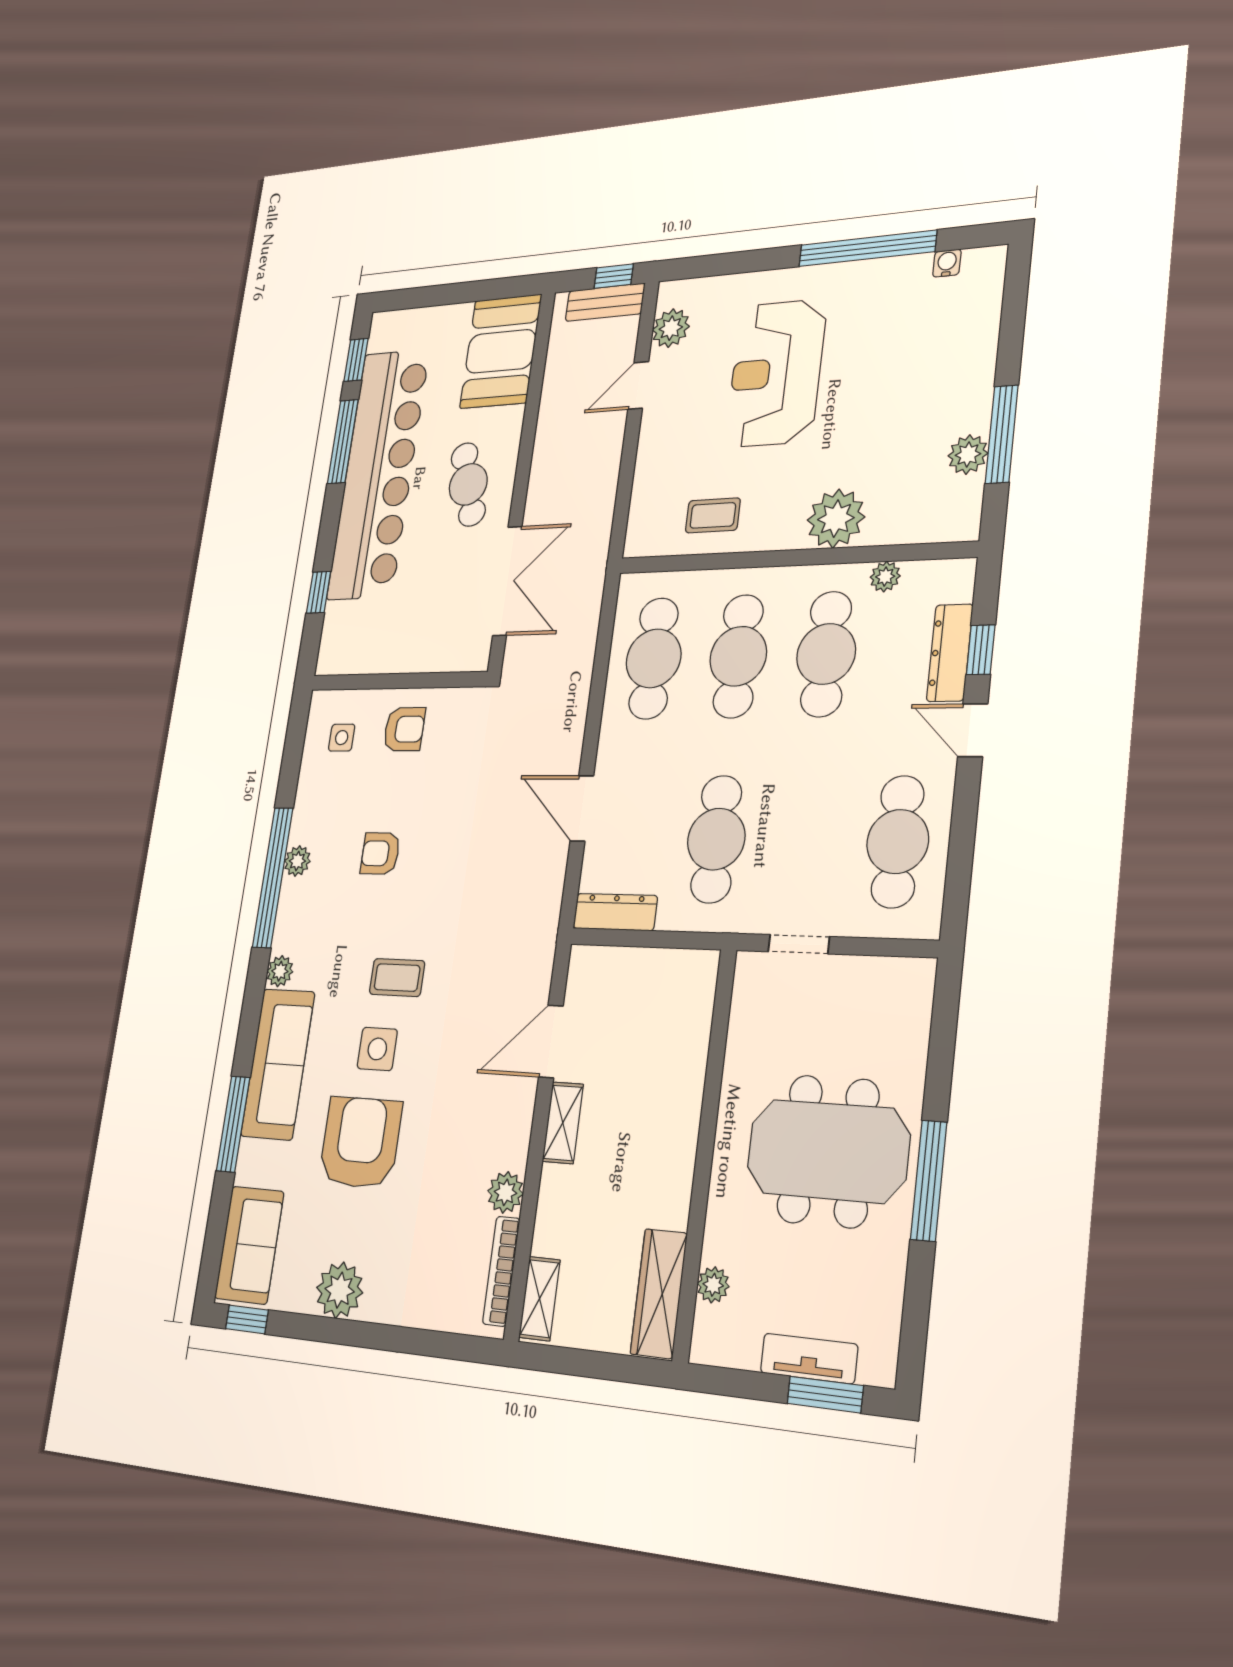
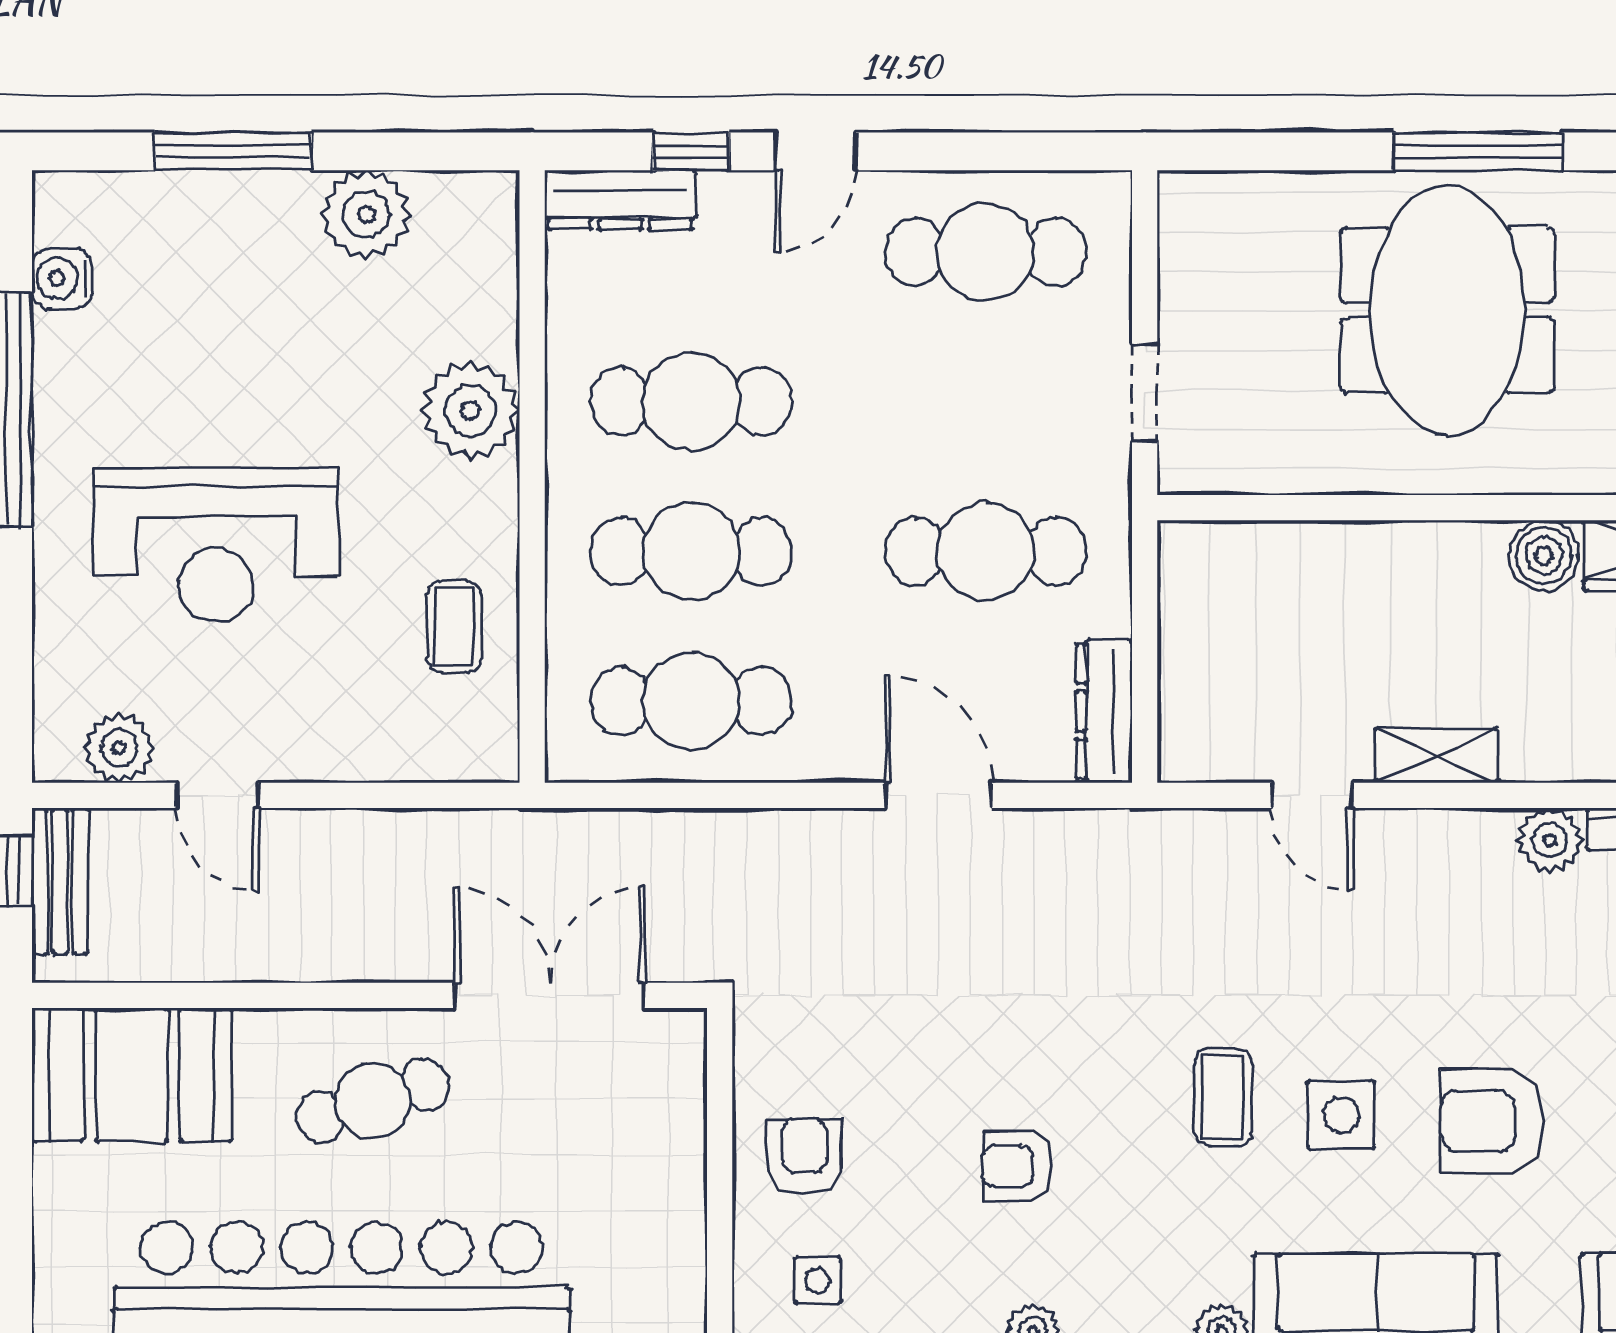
water cooler: (947, 263) -> (62, 278), width x1.38, depth x1.38
window: (1002, 434) -> (233, 151), moved
plant: (968, 455) -> (366, 214), width x1.36, depth x1.36
plant: (885, 577) -> (569, 317), removed
dresser: (950, 653) -> (620, 200), moved
door: (582, 808) -> (938, 795), swing flipped
armchair: (380, 853) -> (1017, 1166), turned 90
door: (551, 1041) -> (1312, 795), width x0.73
armchair: (360, 1142) -> (1492, 1121), width x0.73, depth x0.73
boiler: (670, 1204) -> (1544, 555), added

